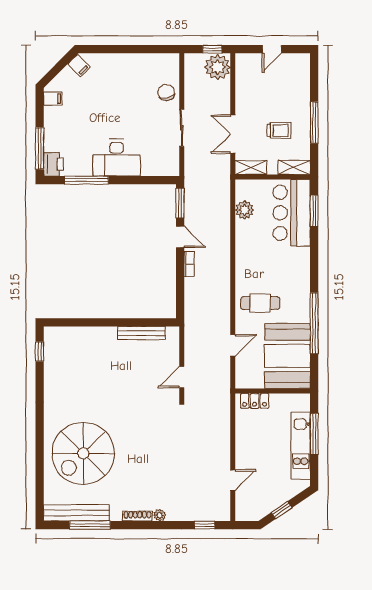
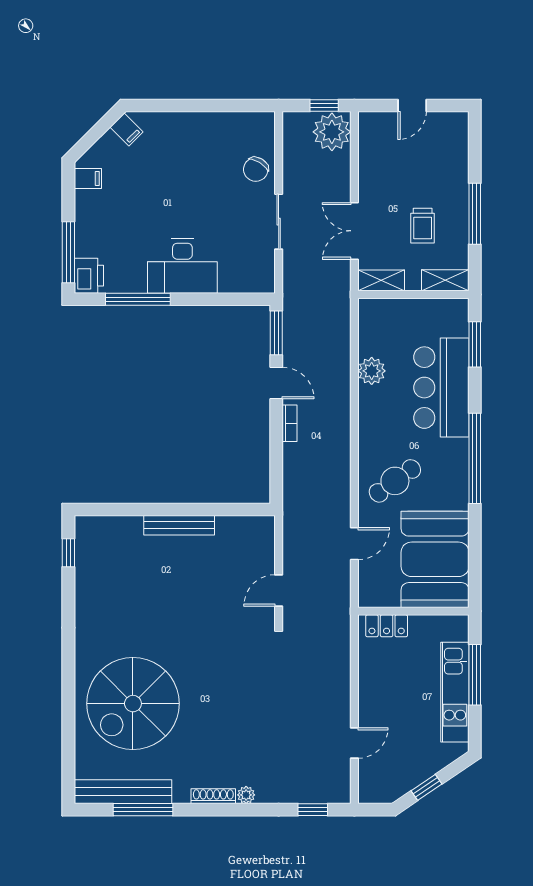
chair: (166, 92) -> (256, 169), turned -137
trolley: (279, 130) -> (423, 226), turned 90
plant: (244, 210) -> (372, 371), moved
bar counter: (292, 213) -> (441, 388), moved
cafe table: (260, 303) -> (395, 481), turned -36
window: (314, 323) -> (475, 458), moved
bench: (141, 333) -> (179, 525), moved

